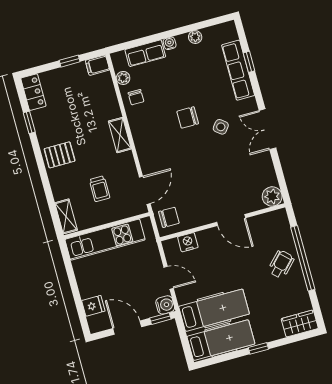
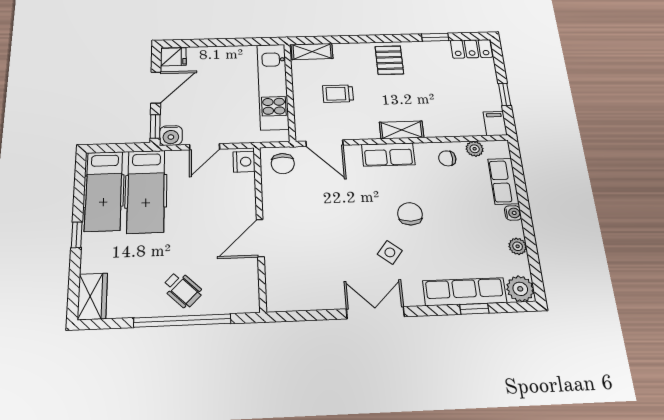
row of seats: (143, 141) -> (388, 155), added
plant: (272, 196) -> (520, 289), moved
nightstand: (188, 242) -> (244, 162), moved
fridge: (93, 306) -> (173, 57), moved, turned -90

